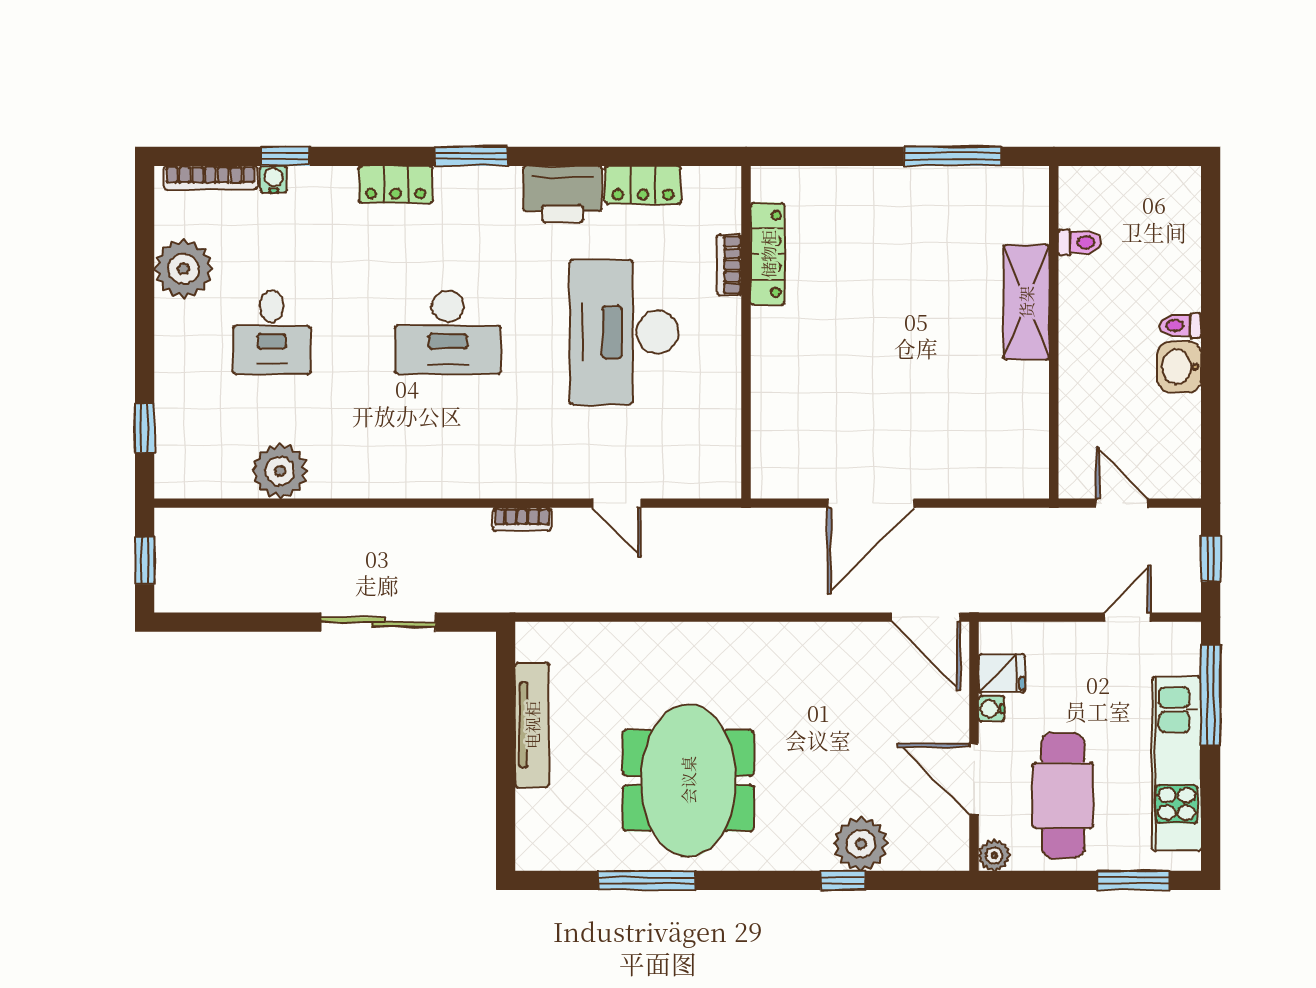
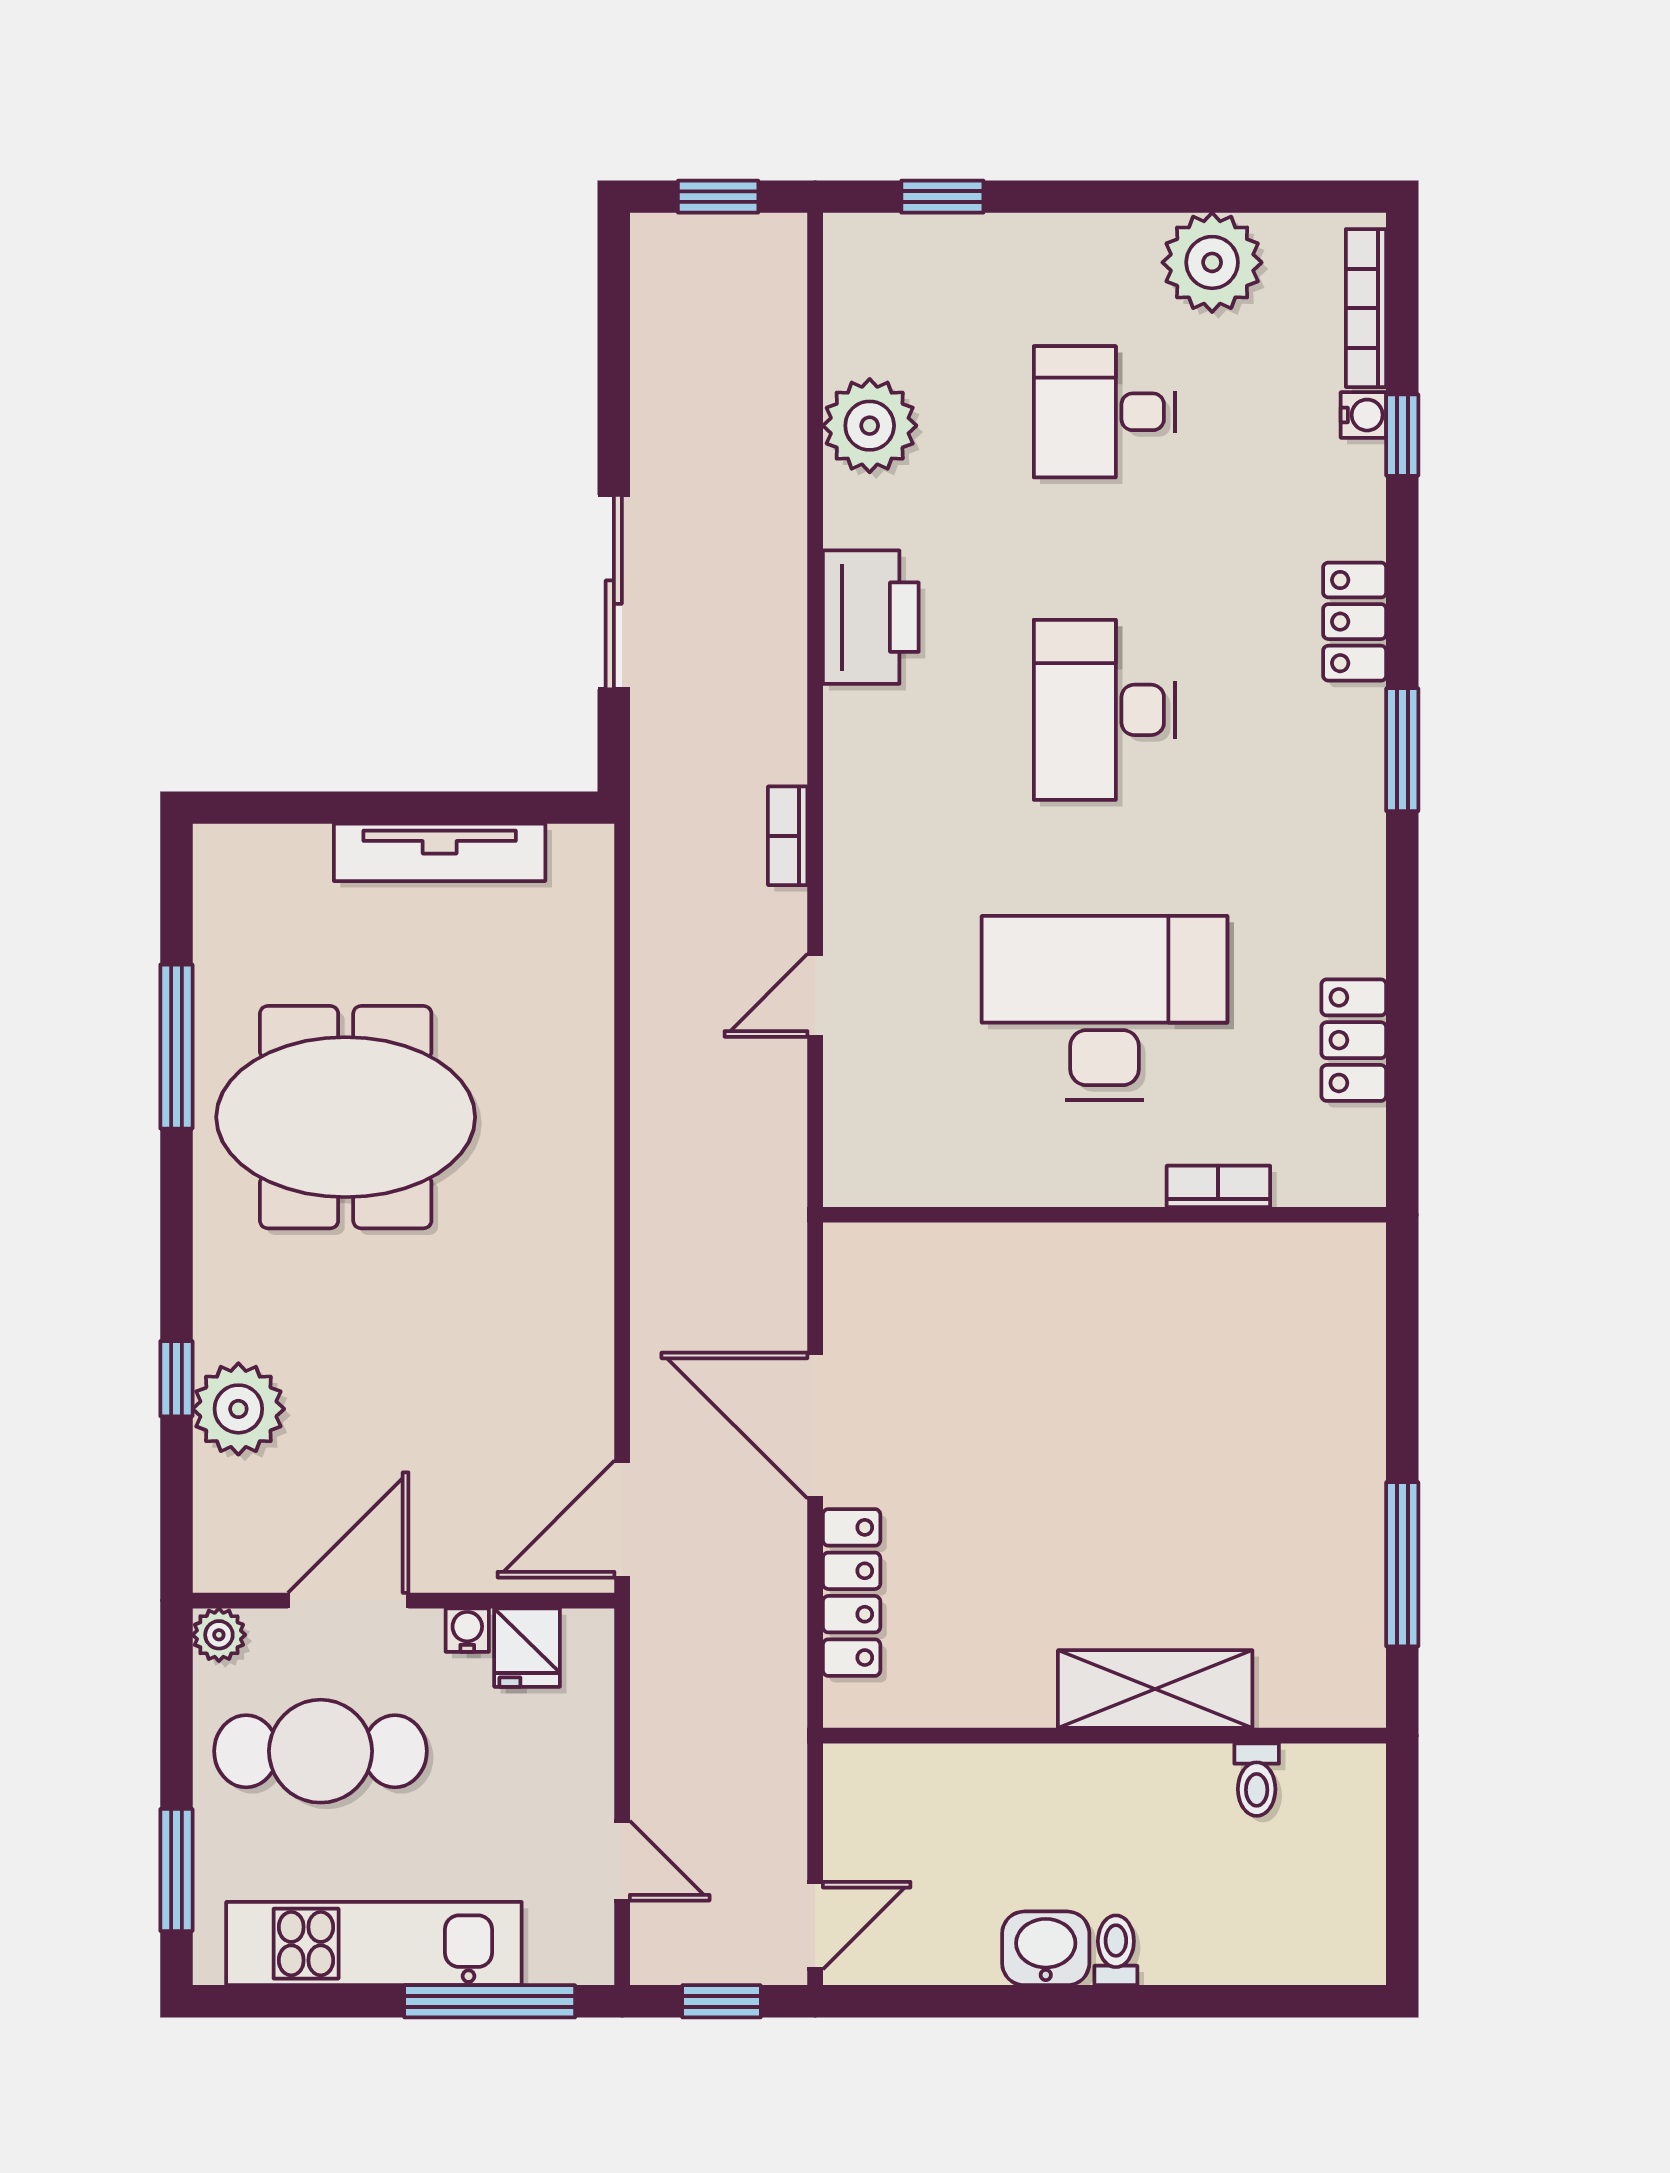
printer: (563, 194) -> (871, 617), moved, turned 180
locker: (768, 254) -> (852, 1592), moved, turned -90
door: (1122, 503) -> (815, 1926), moved

